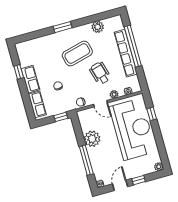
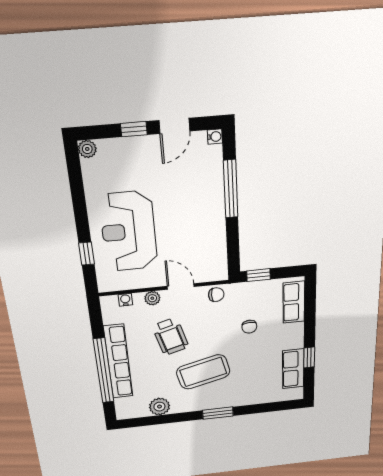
row of seats: (30, 79) -> (293, 369), moved
reception desk: (133, 129) -> (129, 232), width x0.74, depth x0.77
plant: (92, 139) -> (210, 227), removed

